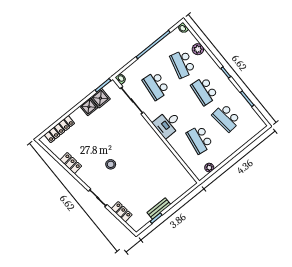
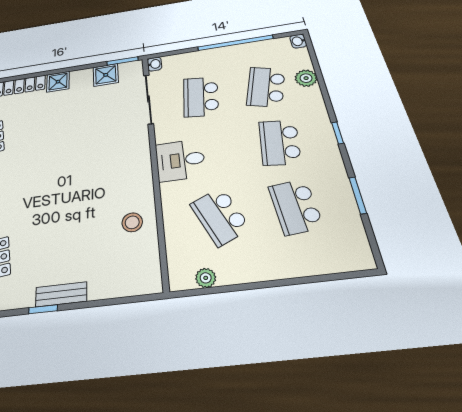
shower: (89, 107) -> (58, 82), moved
school desk: (200, 139) -> (220, 216), turned -33
stool: (111, 164) -> (132, 222), moved

